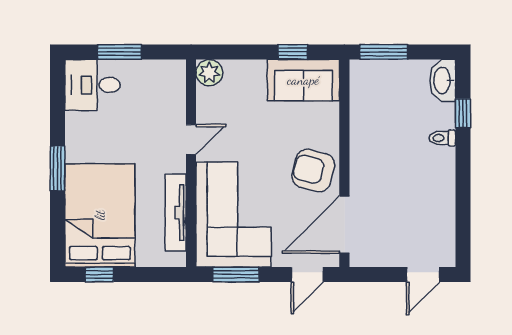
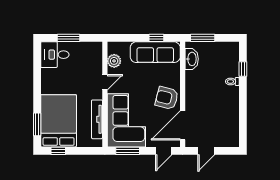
plant: (209, 73) -> (114, 61), moved
sofa: (303, 80) -> (155, 52), width x1.36
washbasin: (443, 80) -> (192, 59), moved, turned 180
window: (57, 169) -> (37, 124), moved
door: (423, 275) -> (206, 151), moved

